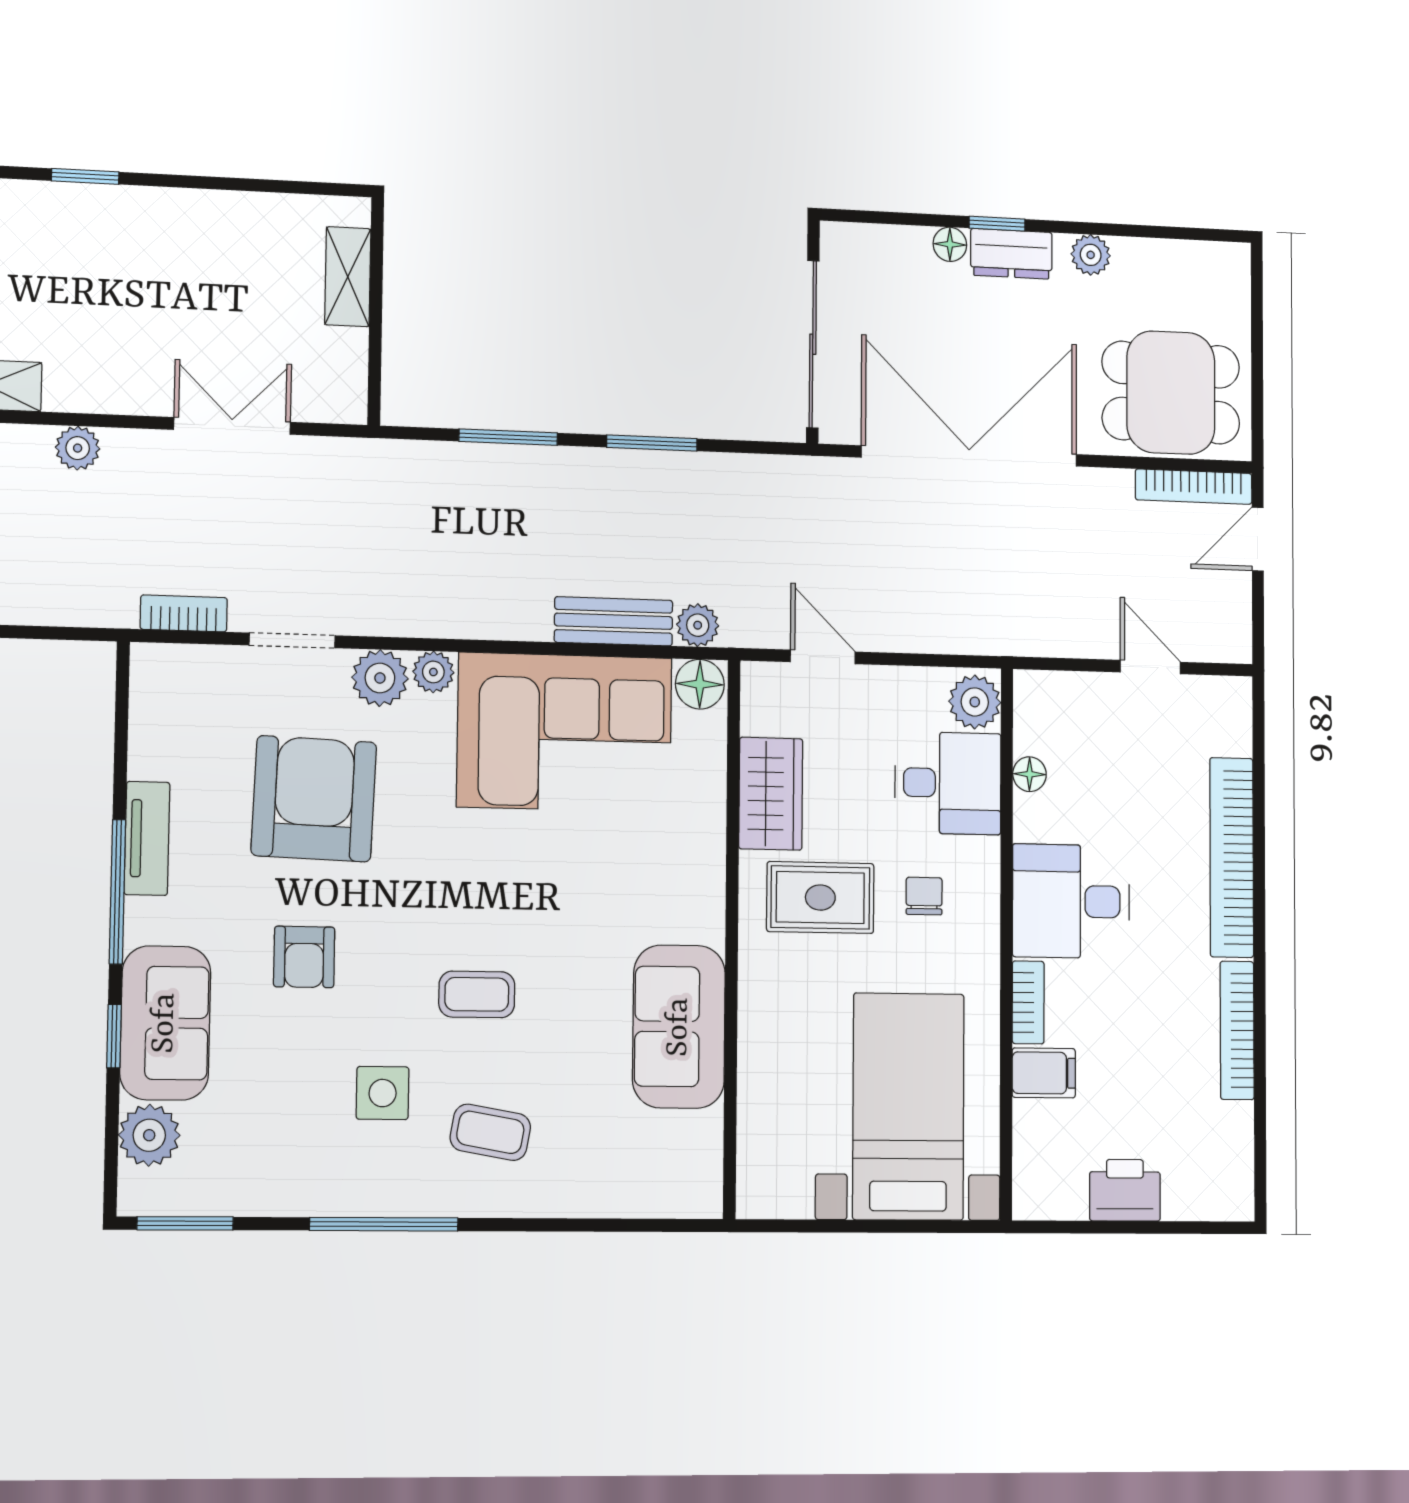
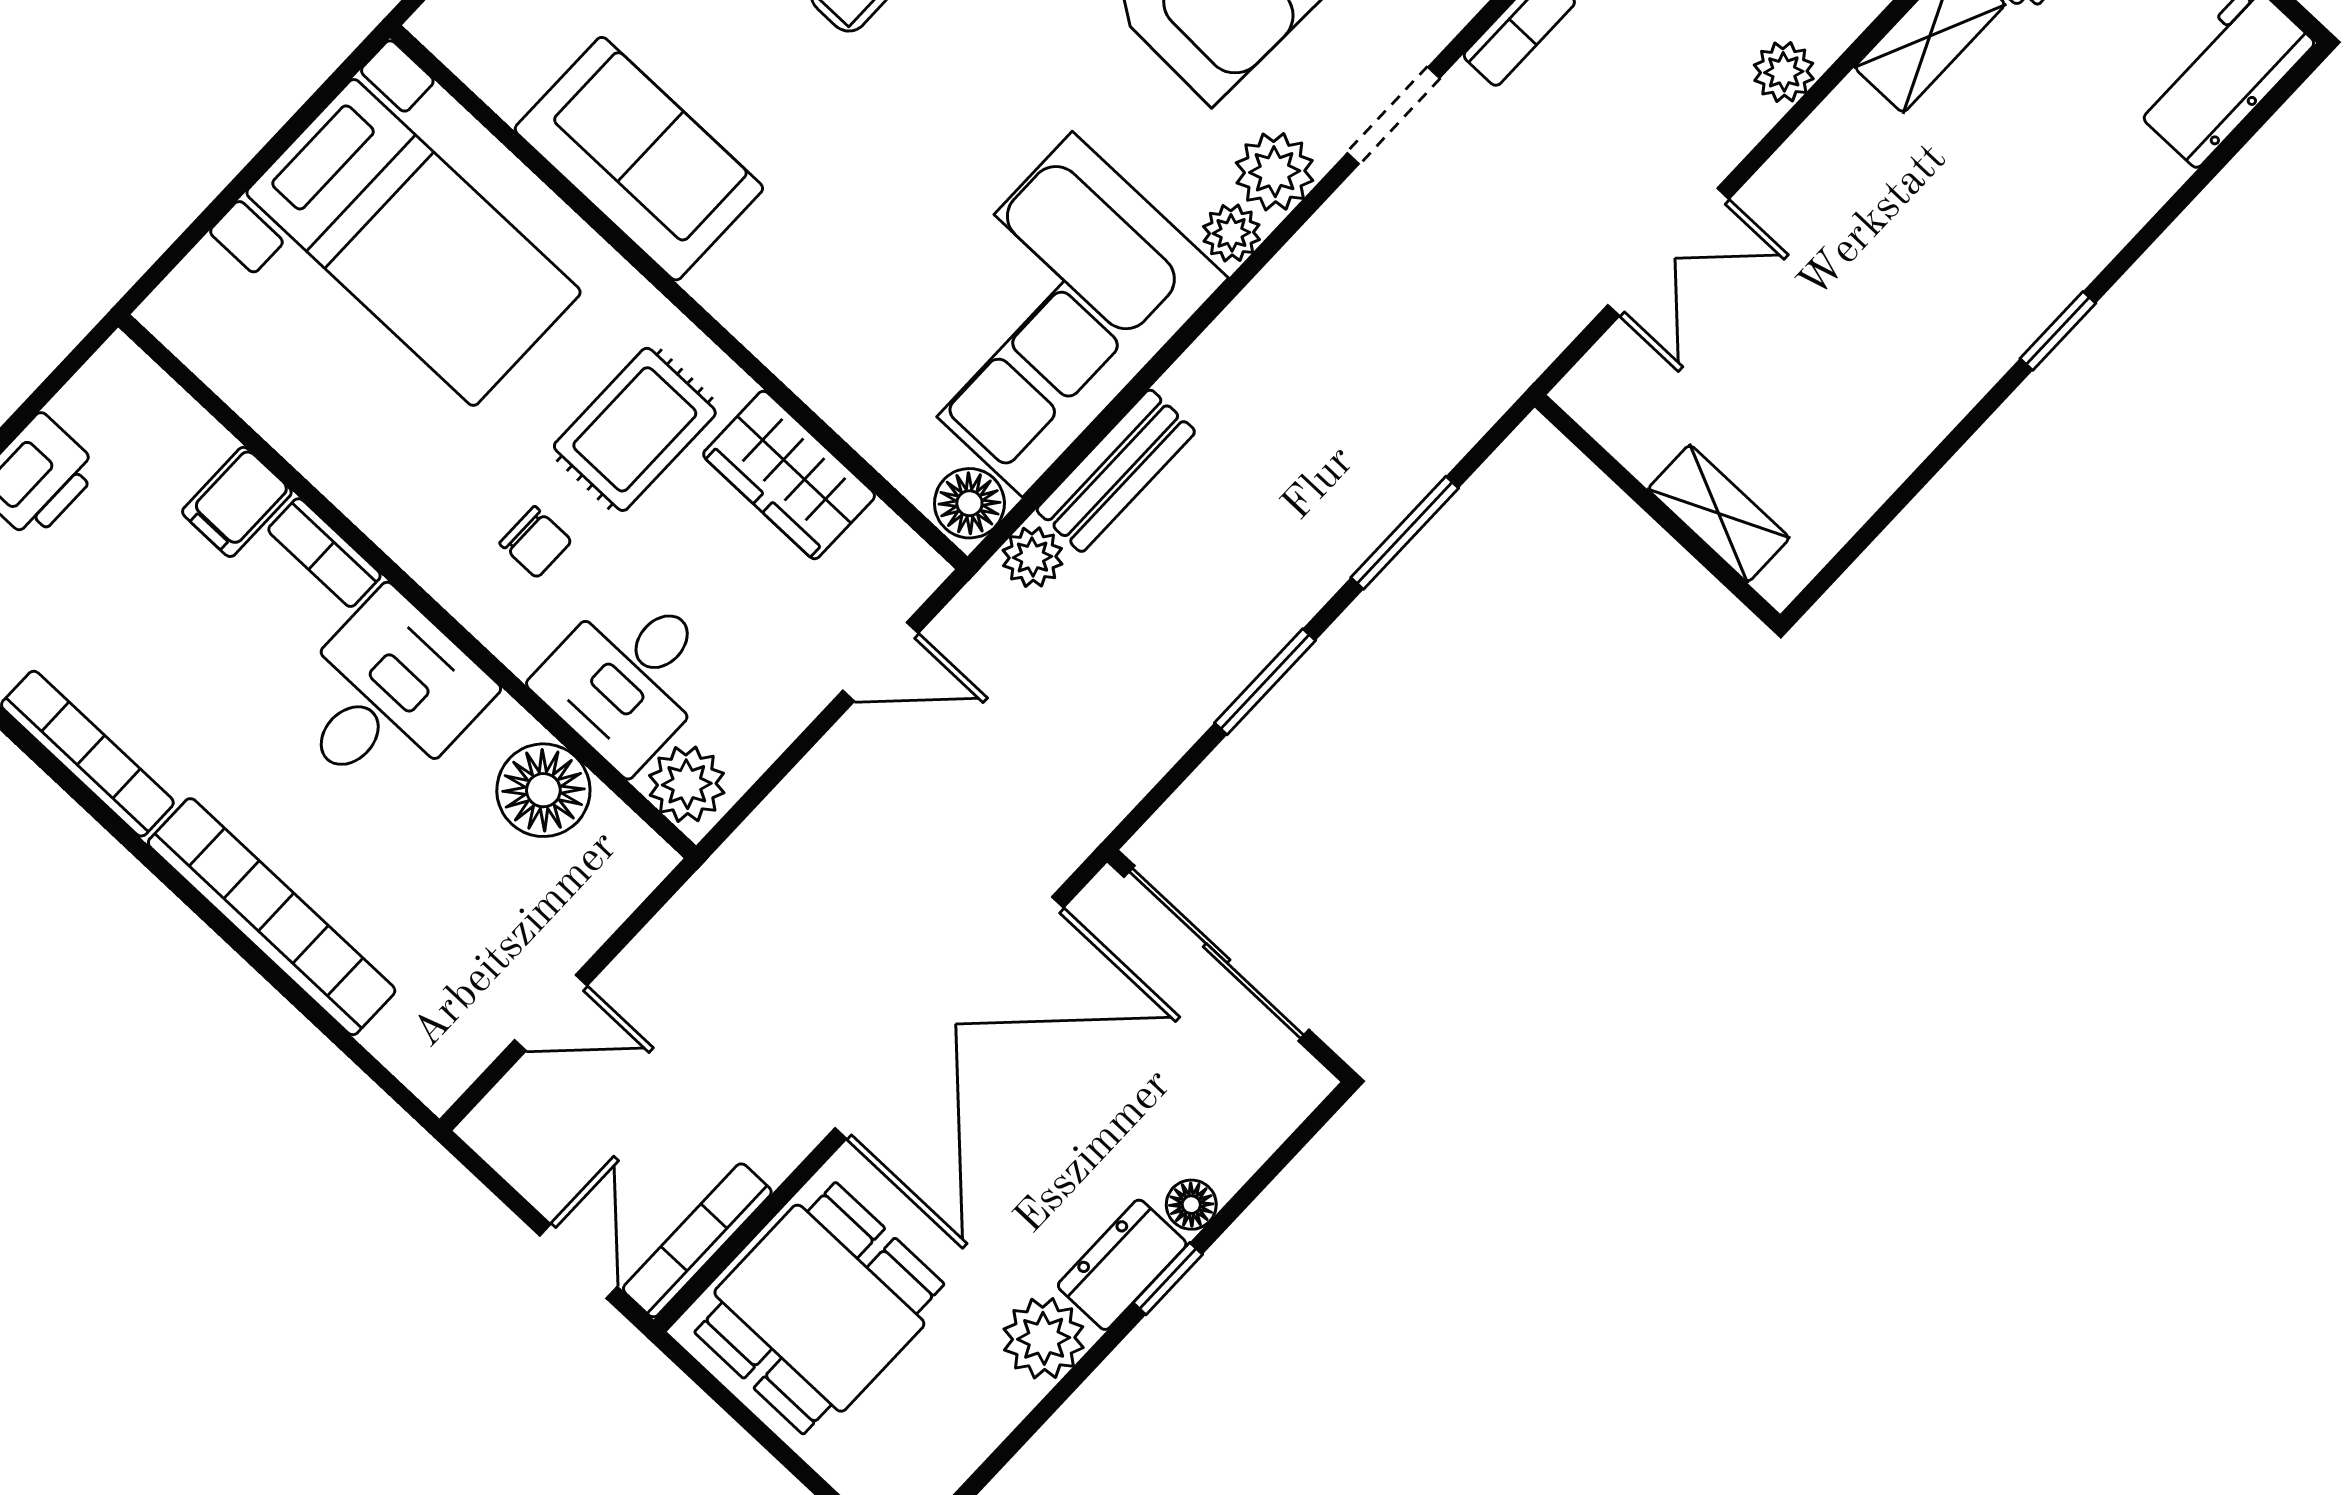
plant: (1091, 255) -> (1044, 1338), width x1.38, depth x1.38
floor lamp: (1030, 774) -> (543, 790), width x1.89, depth x1.89
bed with nightstands: (908, 1107) -> (414, 242), moved

